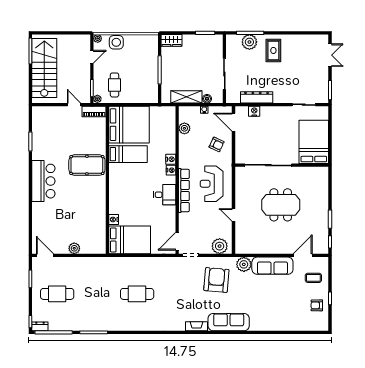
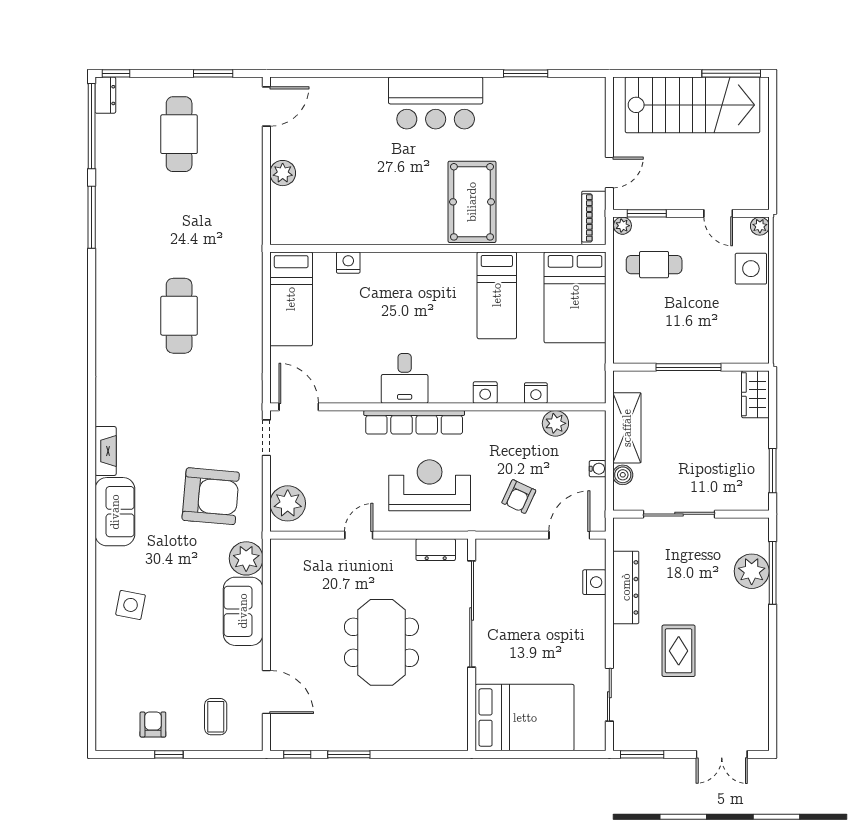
rug: (273, 50) -> (679, 651), moved, turned 90
bed: (129, 125) -> (575, 297), width x0.73
nightstand: (171, 170) -> (536, 393), moved
dresser: (240, 181) -> (436, 550), added
bed: (130, 240) -> (291, 299), width x0.67
sofa: (272, 266) -> (243, 611), width x0.73
side table: (264, 315) -> (131, 605), added
sofa: (229, 322) -> (115, 512), width x0.73

